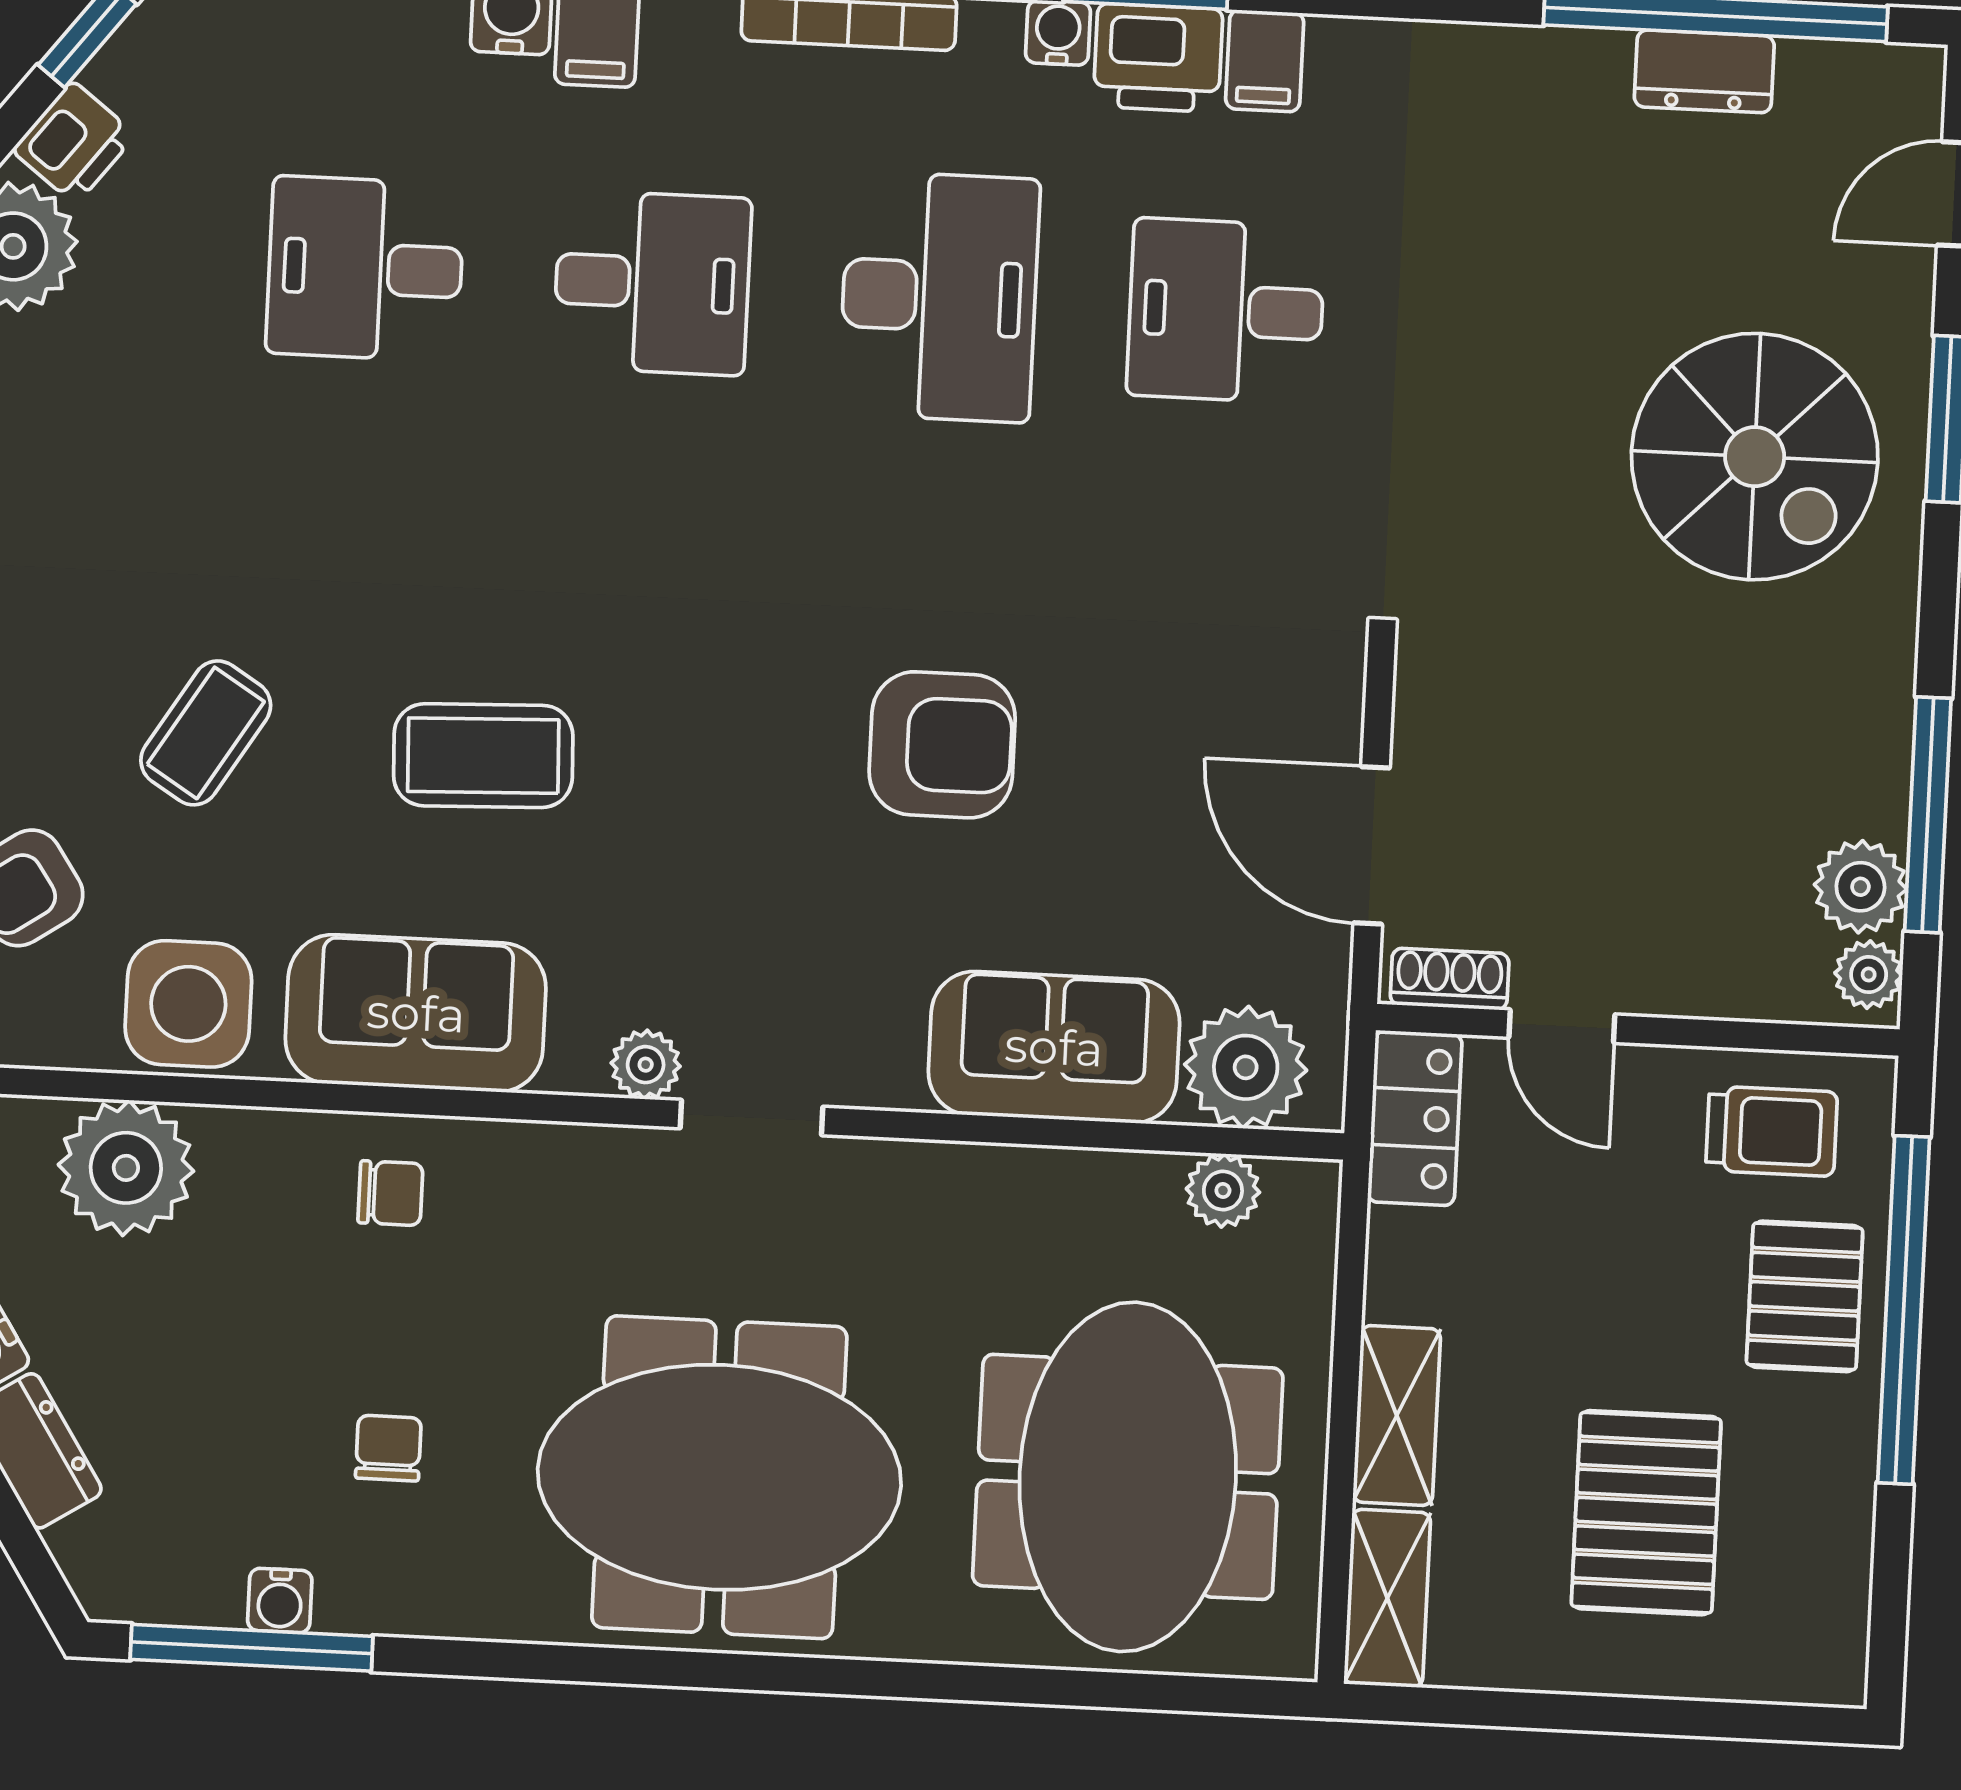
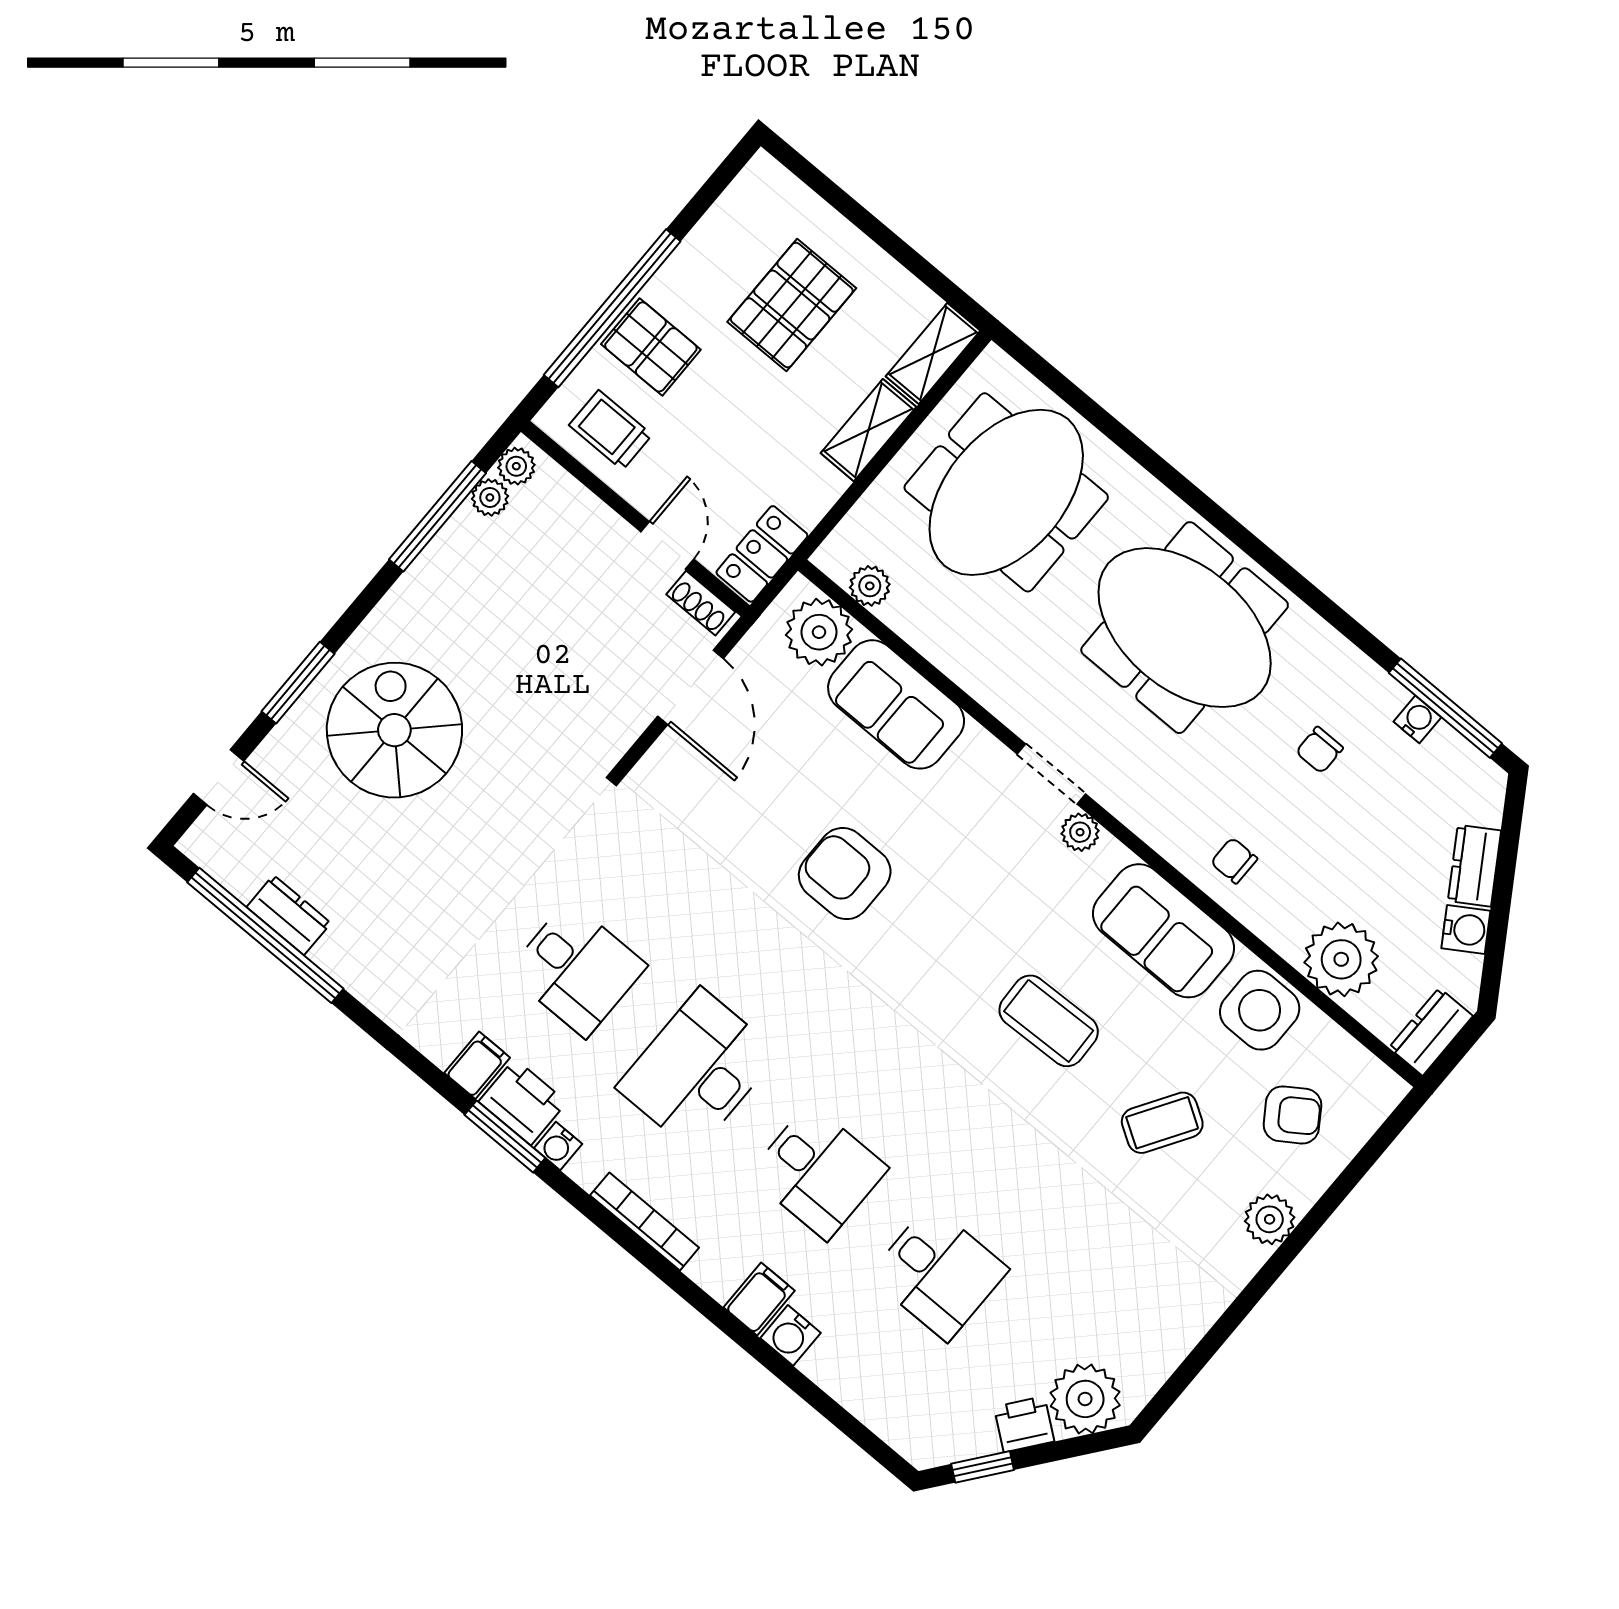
desk: (652, 283) -> (818, 1171), turned 180
plant: (1860, 887) -> (490, 497), width x0.73, depth x0.73
pallet: (1805, 1296) -> (651, 347), turned 90

